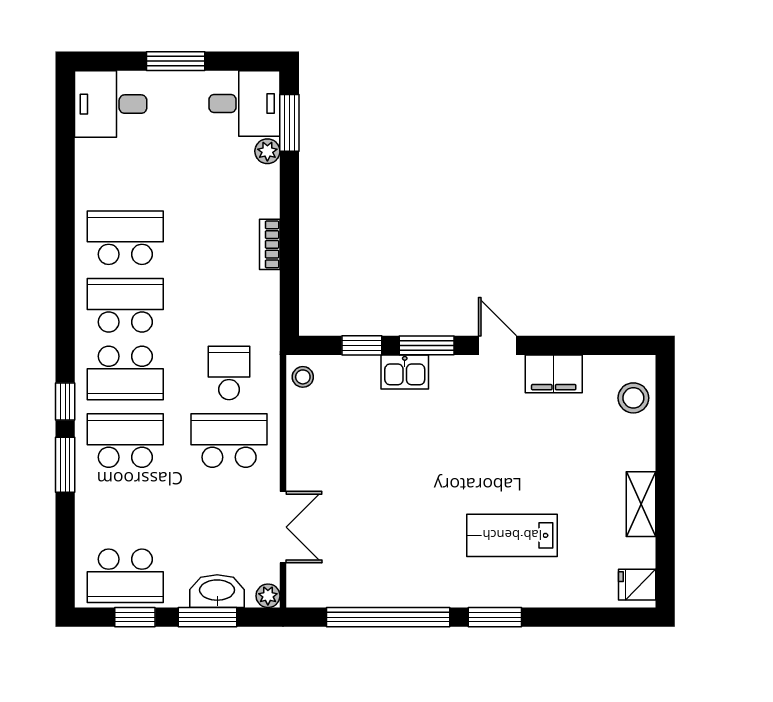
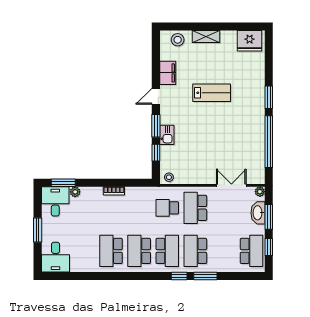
shelving: (641, 504) -> (206, 37), moved
lab bench: (512, 535) -> (212, 93), moved, turned -90
fridge: (637, 585) -> (250, 41), width x1.88, depth x1.34

